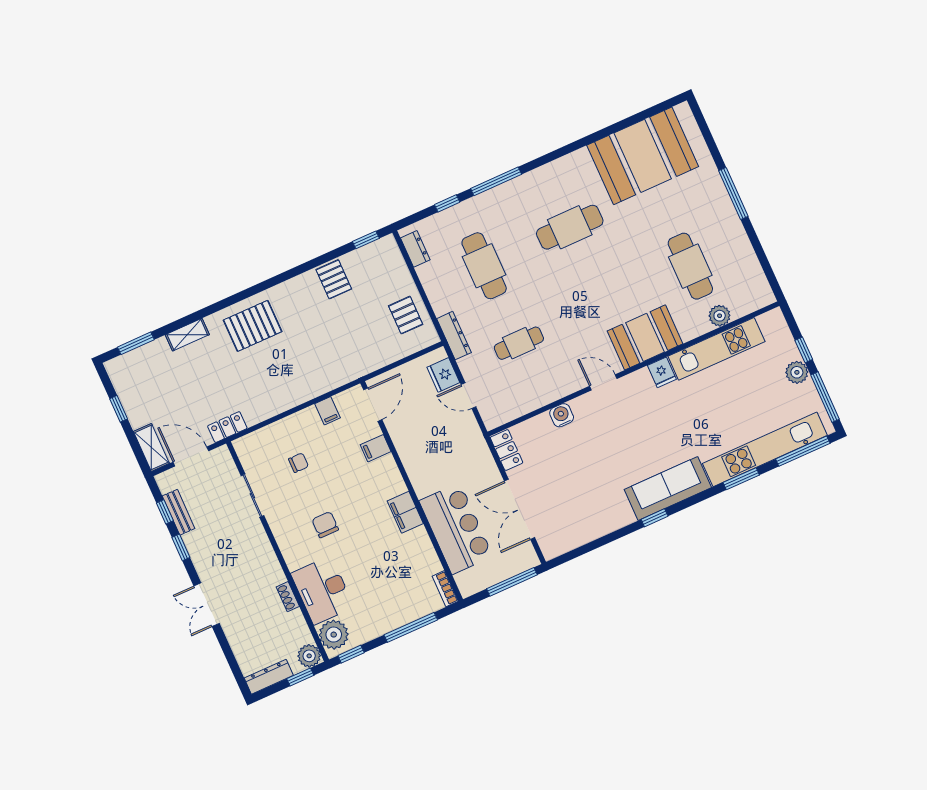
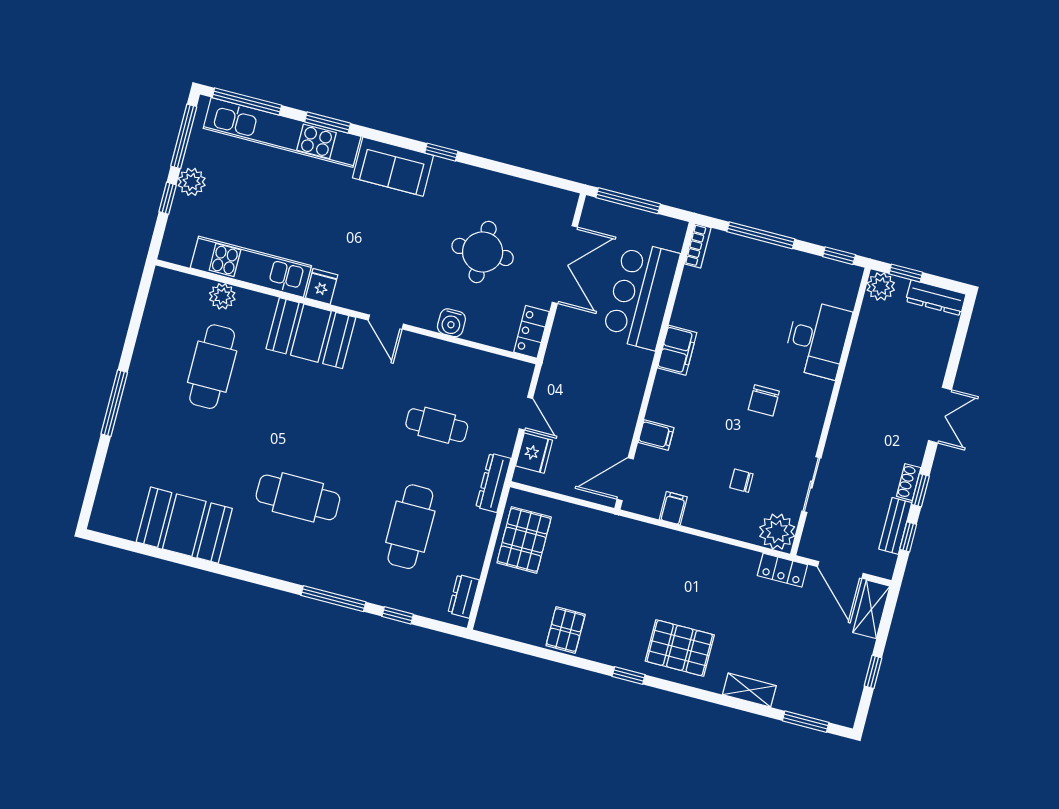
booth: (643, 156) -> (184, 525), width x0.73, depth x0.70
window: (366, 240) -> (629, 675), moved
pallet: (406, 315) -> (524, 540), width x1.50, depth x1.42
round table: (578, 476) -> (483, 252), added
sofa: (668, 488) -> (393, 167), width x0.73
shoe rack: (288, 597) -> (909, 482), moved, turned 180
plant: (334, 635) -> (777, 532), moved

